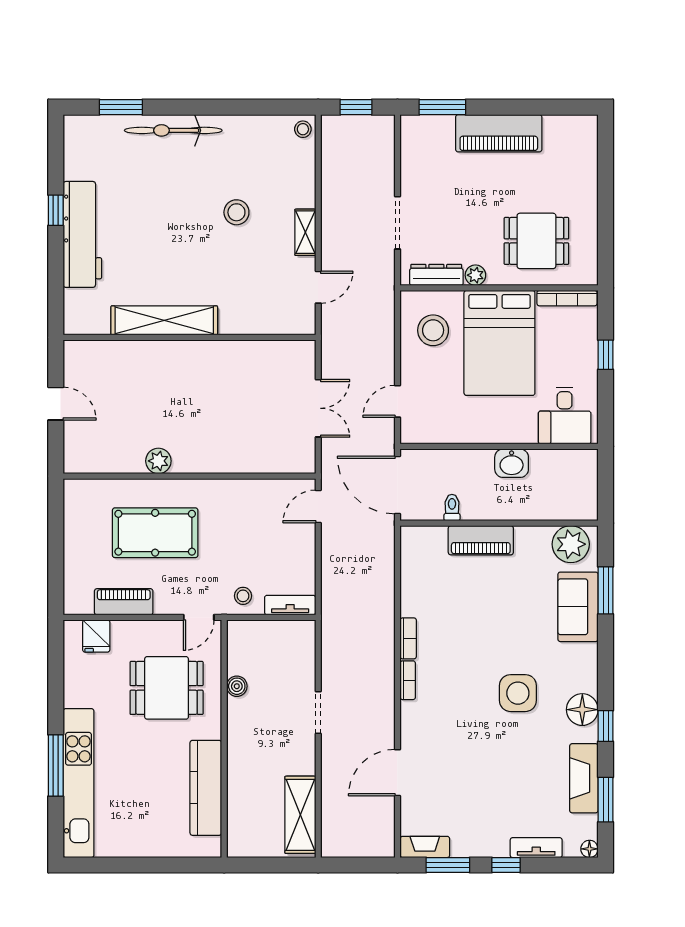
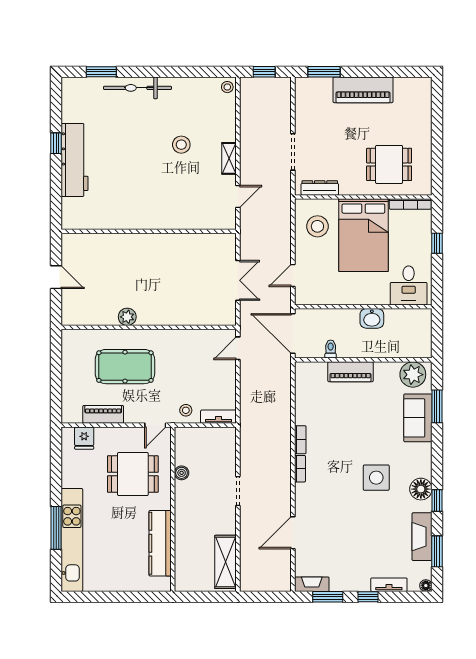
plant: (475, 275) -> (347, 188), removed
shelving: (164, 320) -> (131, 219), removed

